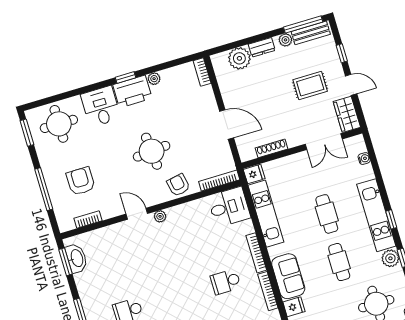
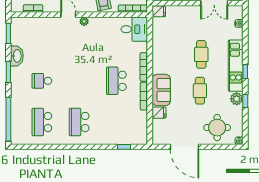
kitchen unit: (266, 214) -> (159, 42), removed
washbasin: (77, 258) -> (17, 56), moved
school desk: (226, 282) -> (116, 81), width x1.85

